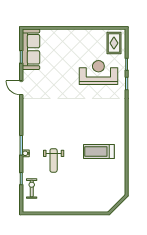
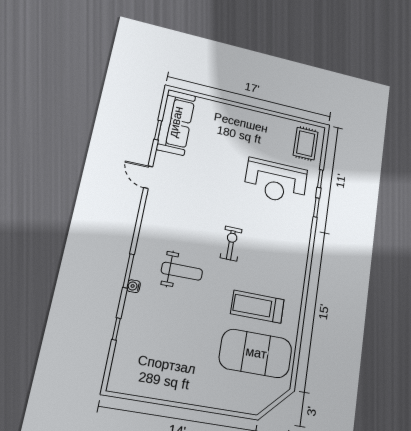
reception desk: (98, 73) -> (276, 181), turned 180
weight bench: (54, 160) -> (182, 271), moved, turned -90
exercise mat: (102, 178) -> (256, 353), added
exercise bike: (32, 188) -> (231, 243), moved

